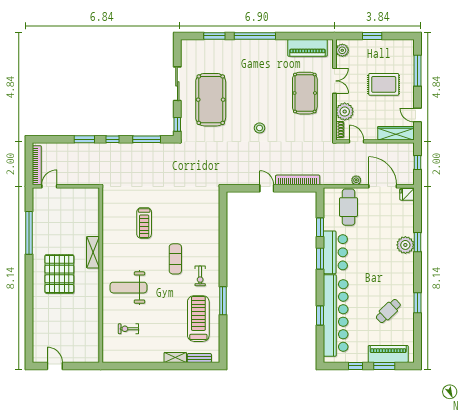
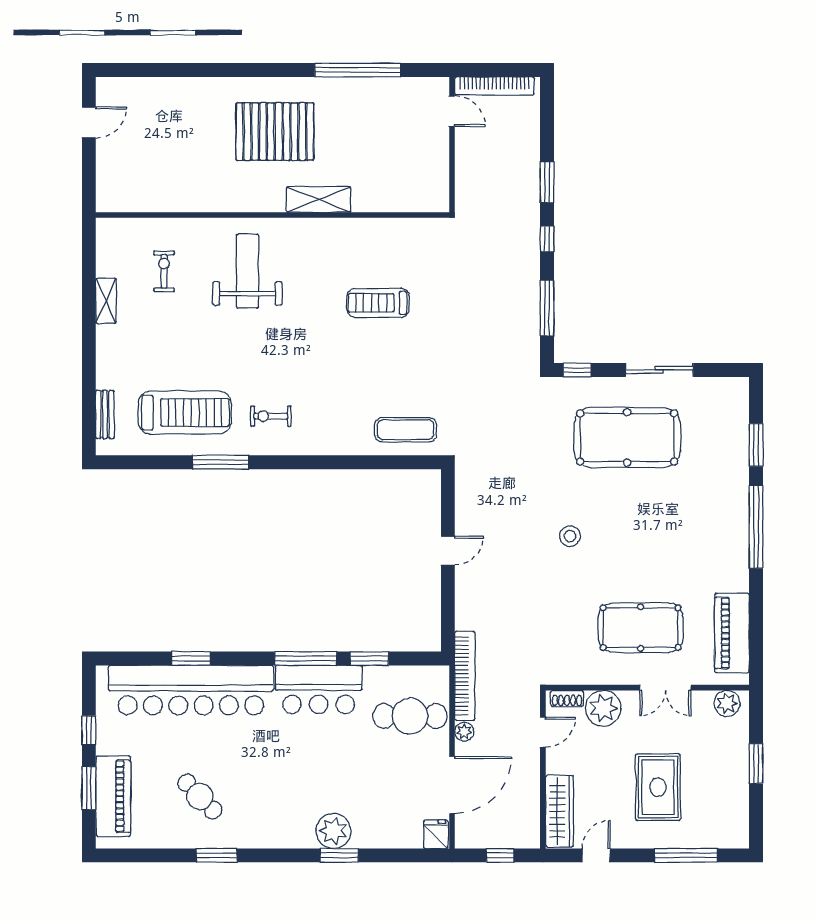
bookcase: (298, 180) -> (465, 676), moved
exercise mat: (175, 259) -> (406, 430), moved
window: (320, 259) -> (306, 659), width x1.44
shelving: (175, 358) -> (106, 301), moved

